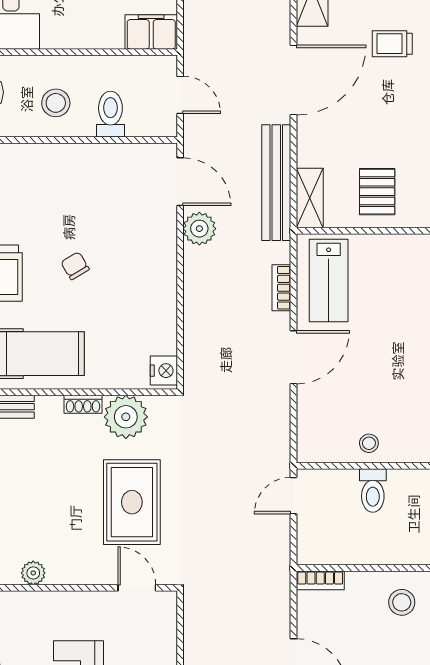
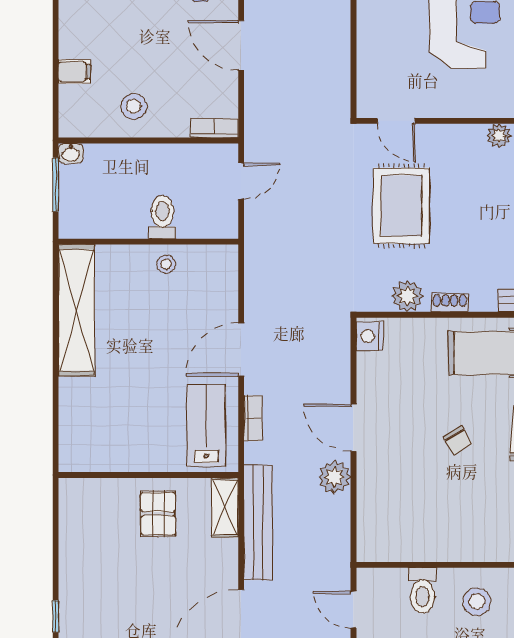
door: (180, 182) -> (353, 428), moved
plant: (126, 417) -> (407, 296), width x0.73, depth x0.73
door: (293, 496) -> (241, 181), moved

